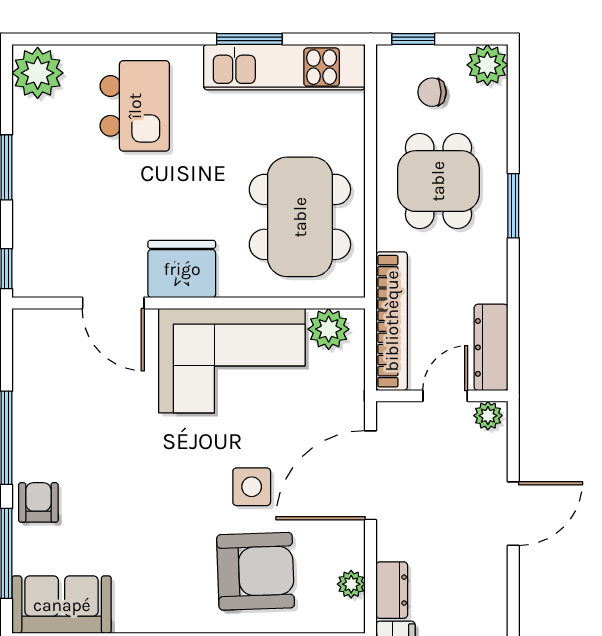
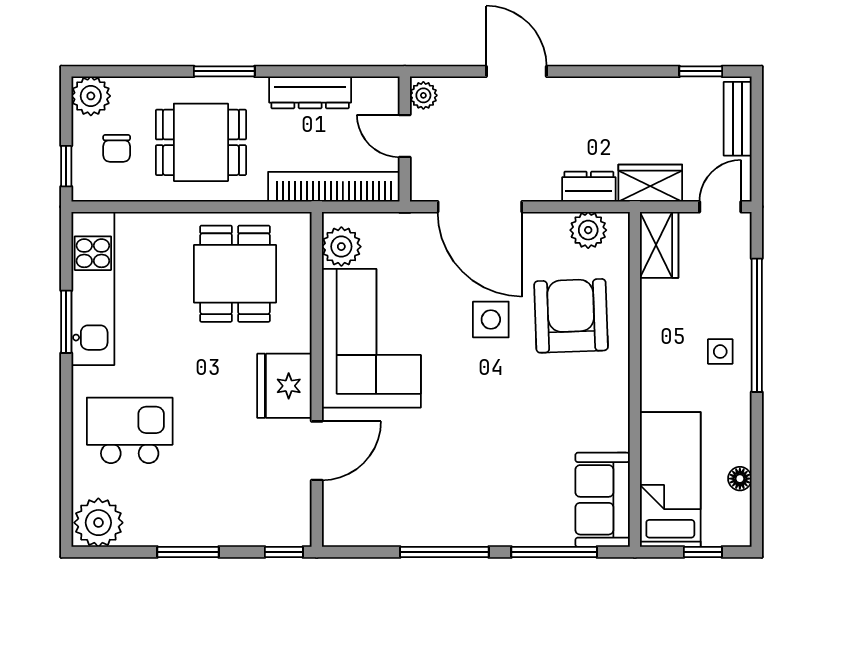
dining table: (300, 217) -> (235, 274), width x0.73
dresser: (491, 347) -> (310, 92), moved
armchair: (38, 502) -> (506, 522), removed
plant: (351, 584) -> (588, 230), width x1.38, depth x1.38

